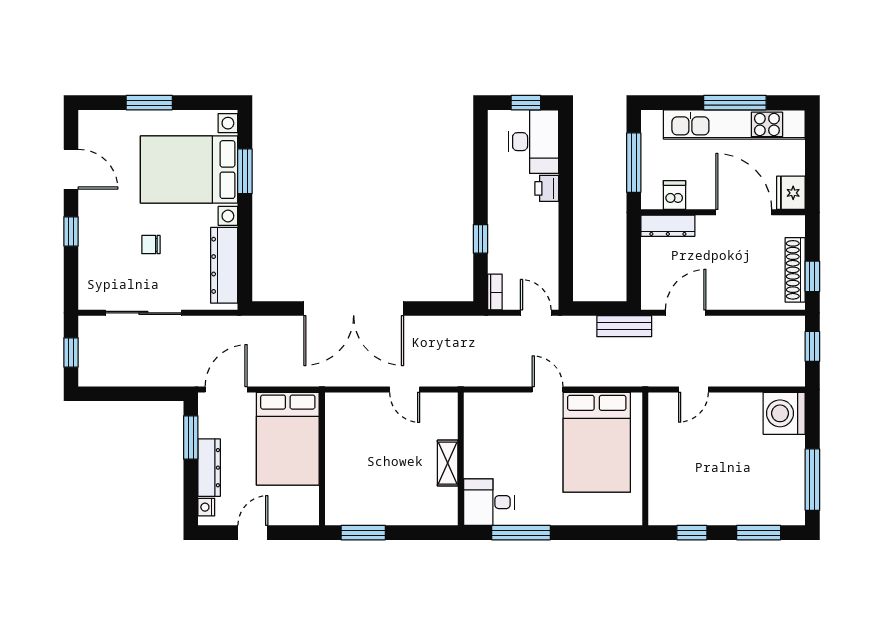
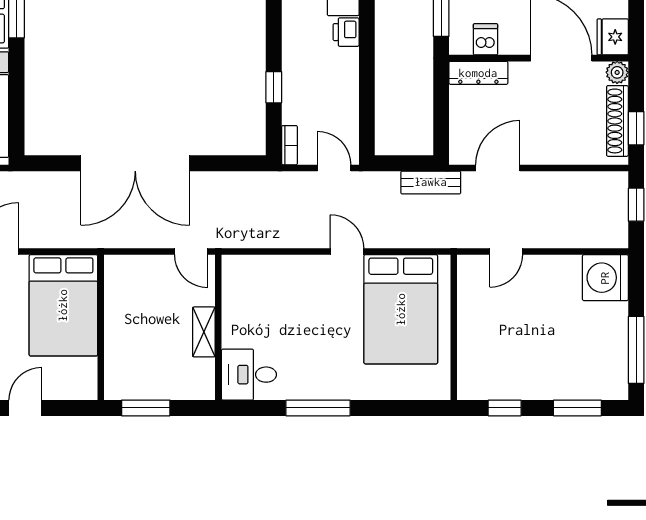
plant: (795, 225) -> (617, 72), added
wall: (461, 459) -> (218, 327), moved
shelving: (448, 463) -> (204, 332), moved
desk: (489, 502) -> (249, 375), moved

